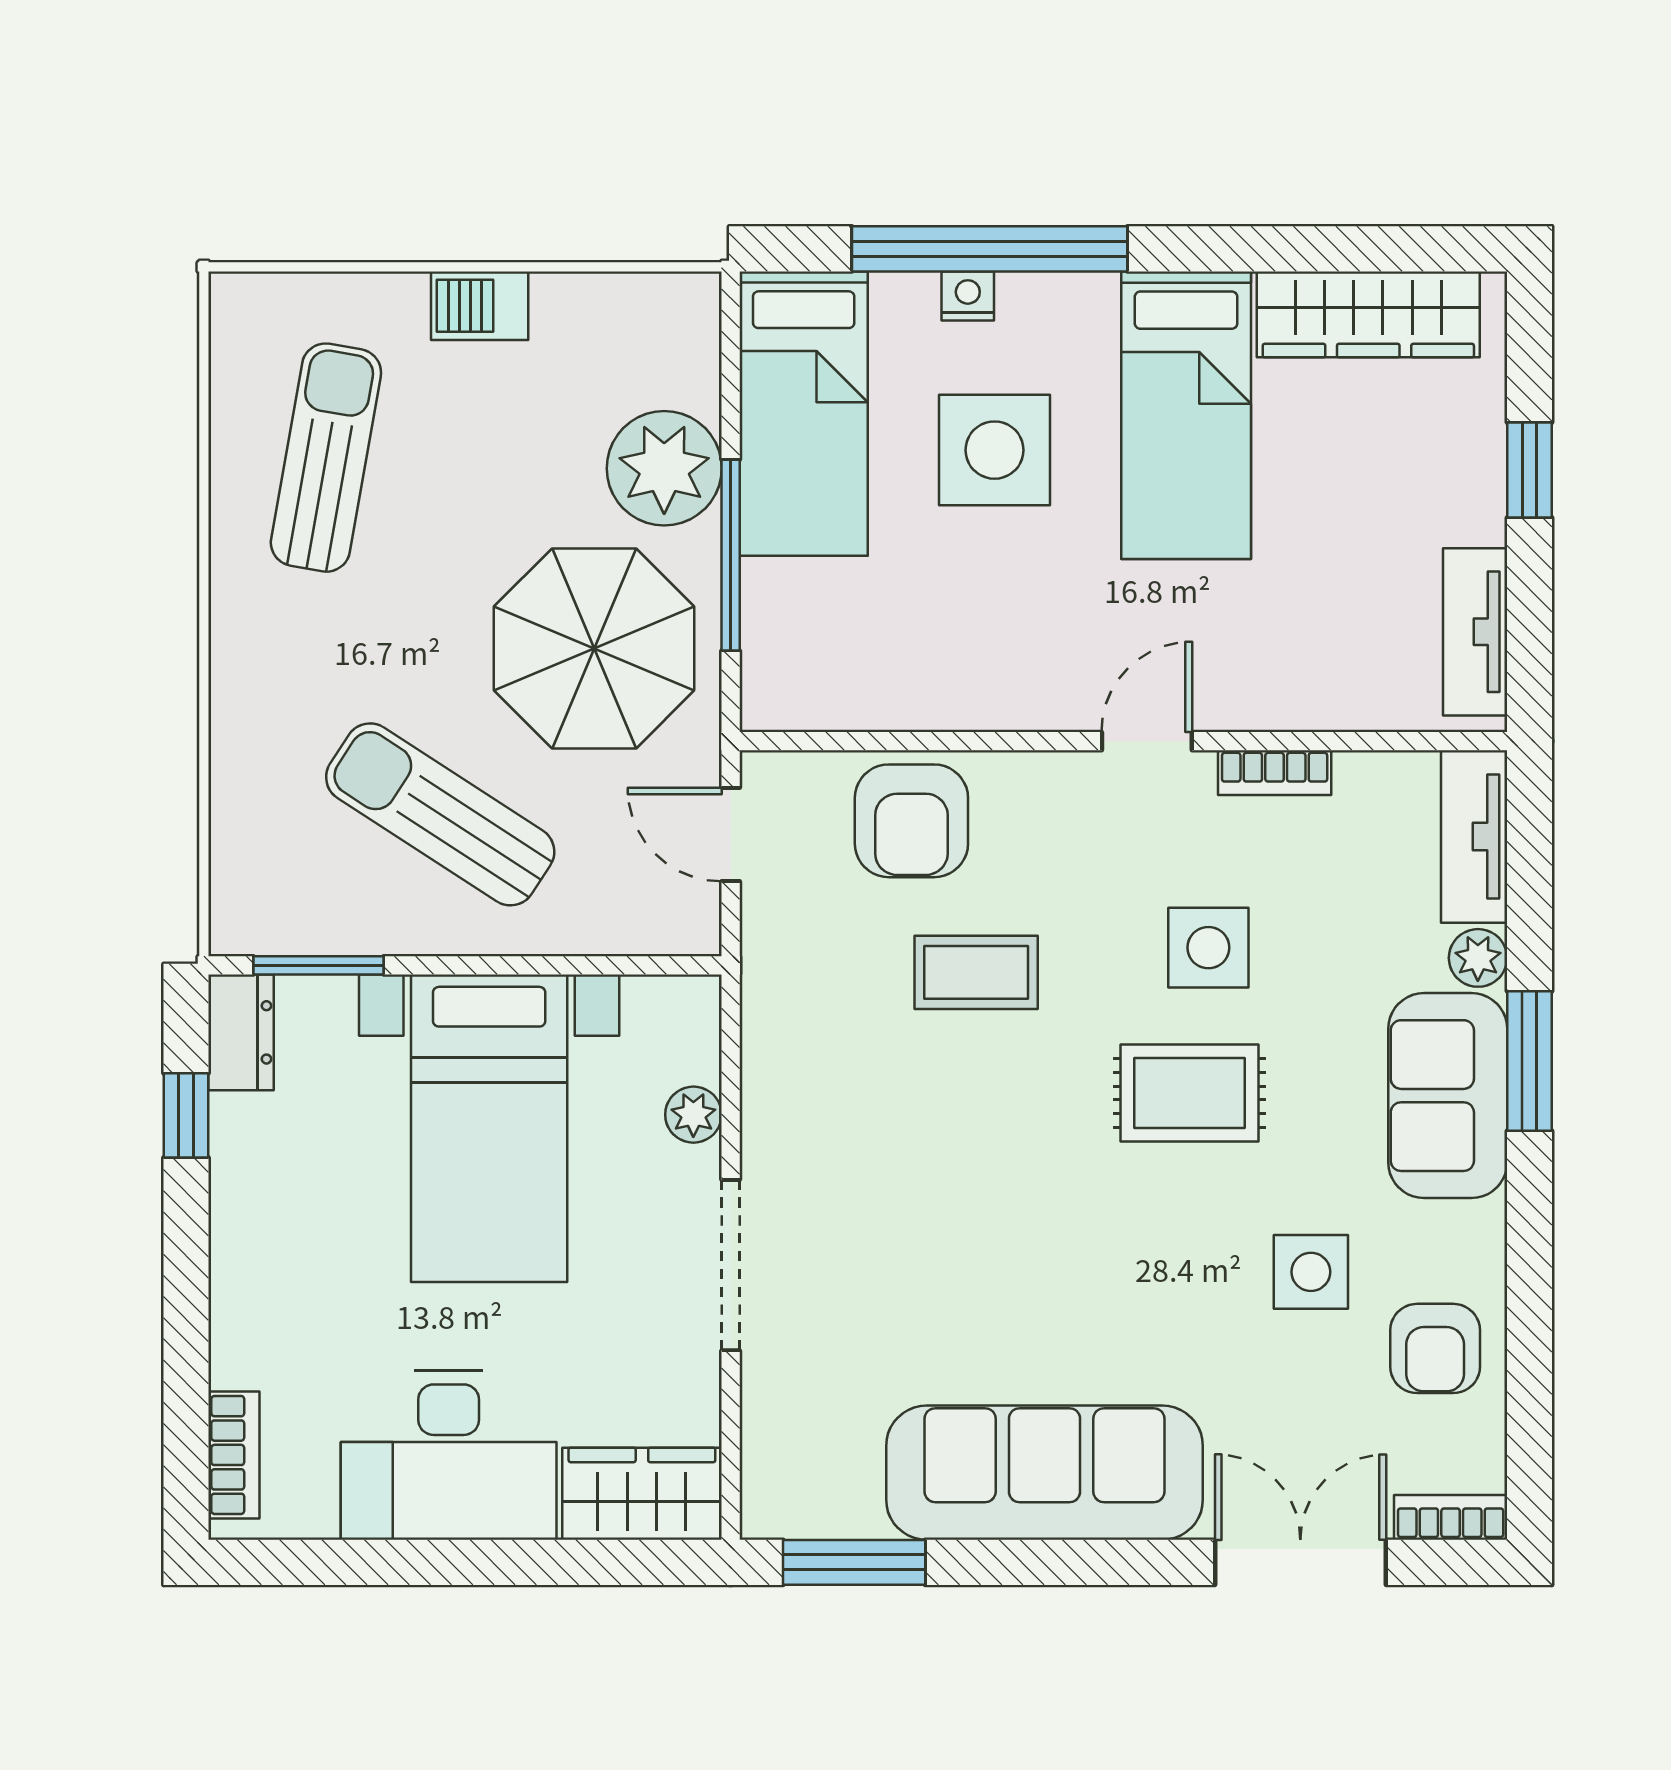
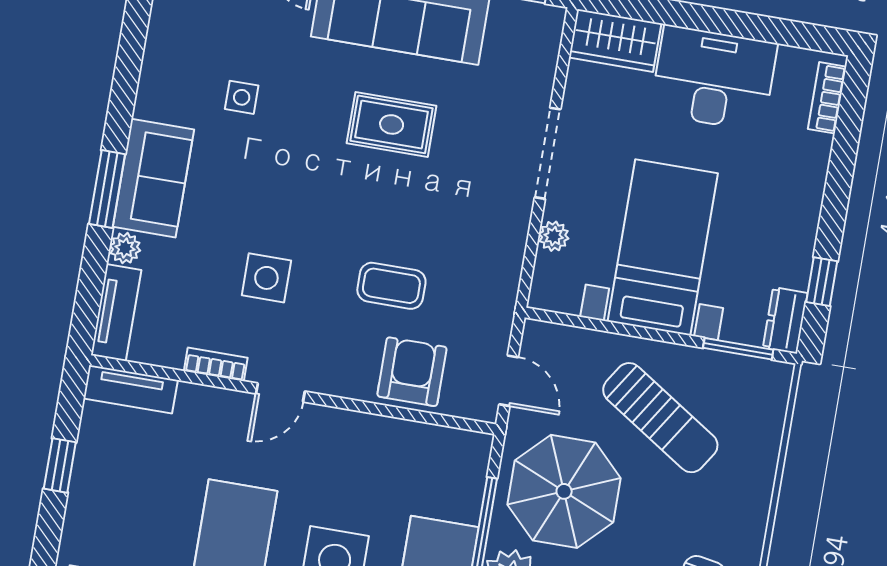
window: (1529, 470) -> (60, 465), moved
tv unit: (1475, 632) -> (131, 389), moved, turned 90
rug: (1190, 1093) -> (392, 124), moved
side table: (1311, 1272) -> (242, 97), width x0.73, depth x0.73
armchair: (1435, 1348) -> (183, 46), removed

